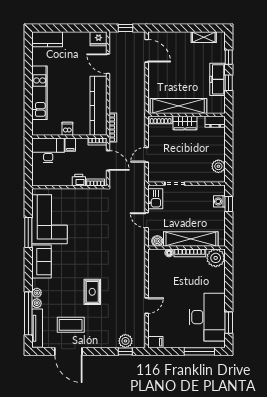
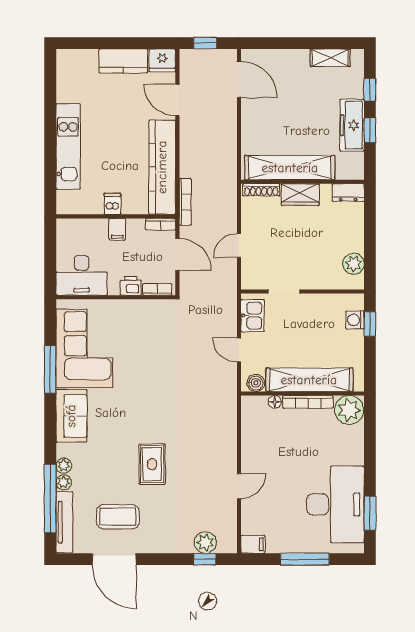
kitchen counter: (47, 39) -> (123, 61), moved
desk: (48, 150) -> (82, 275), moved, turned 180
window: (199, 351) -> (305, 559), moved

